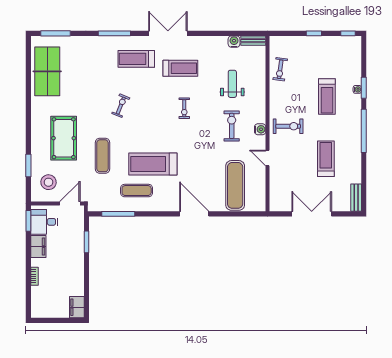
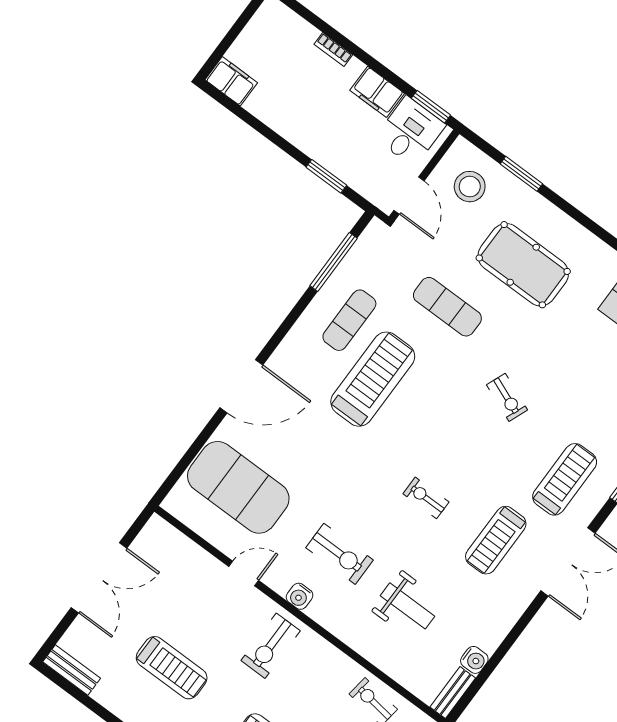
exercise mat: (235, 185) -> (238, 487), width x1.47

